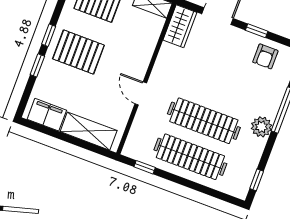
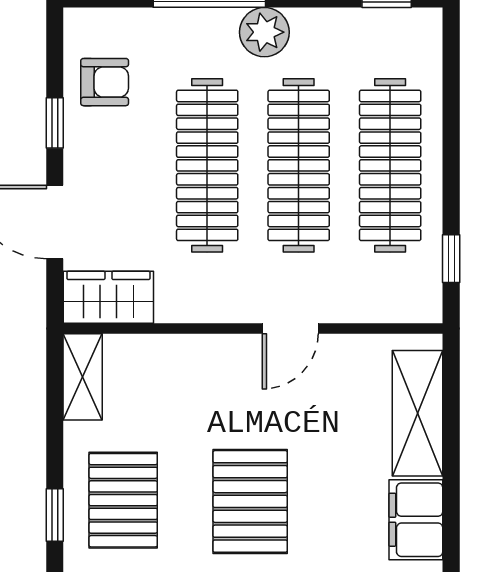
clothes rail: (217, 85) -> (207, 165), added

